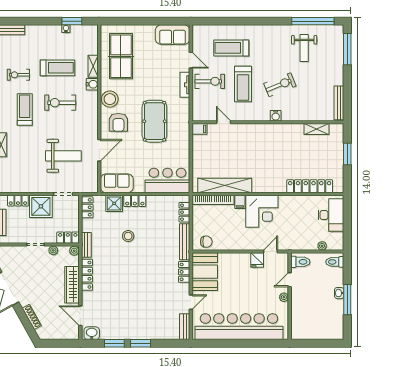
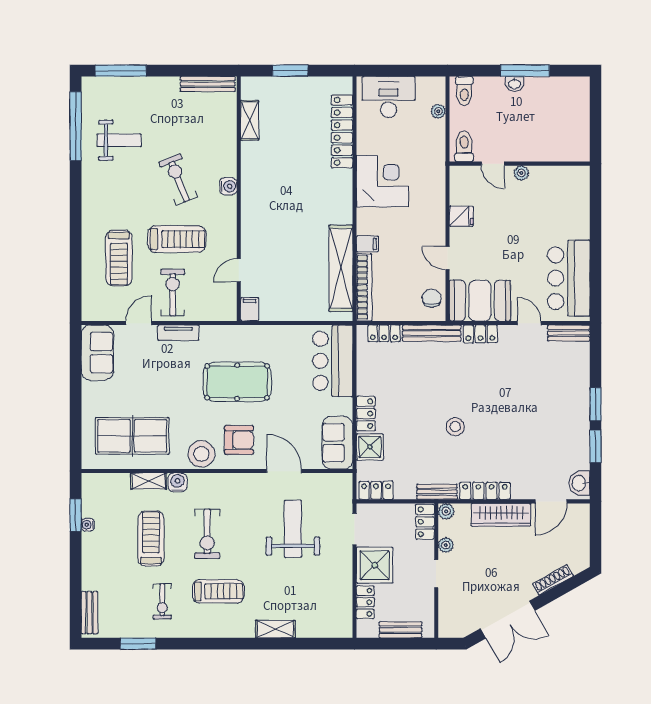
treadmill: (25, 109) -> (218, 591), turned 180
corner desk: (262, 211) -> (382, 181), moved
stool: (128, 236) -> (455, 427), moved
door: (270, 252) -> (448, 258), moved
bar counter: (239, 327) -> (569, 278), width x0.54

